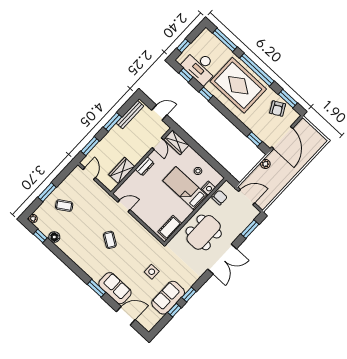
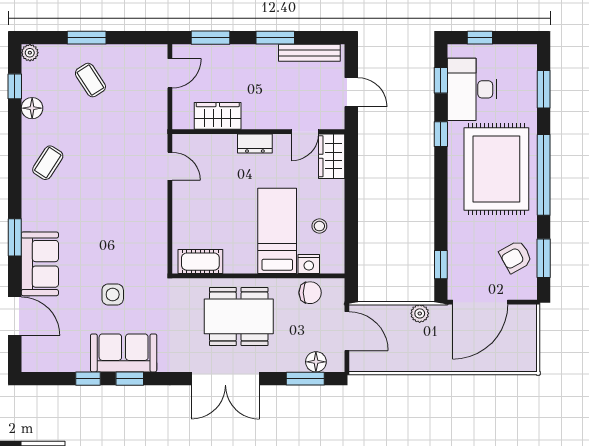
window: (225, 40) -> (544, 89), width x0.69
floor lamp: (247, 219) -> (316, 362), added
coffee table: (110, 240) -> (48, 163), moved
sofa: (168, 298) -> (124, 353), moved

